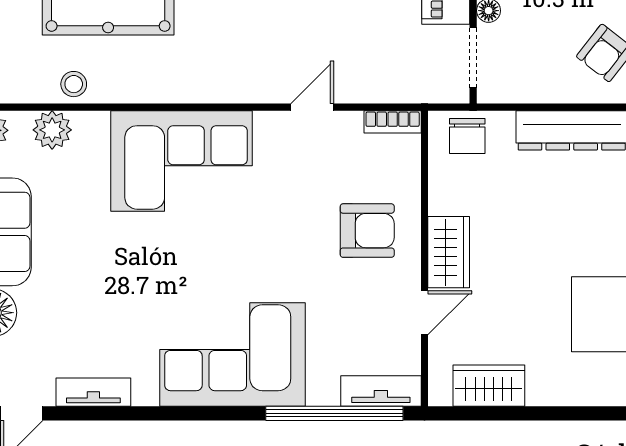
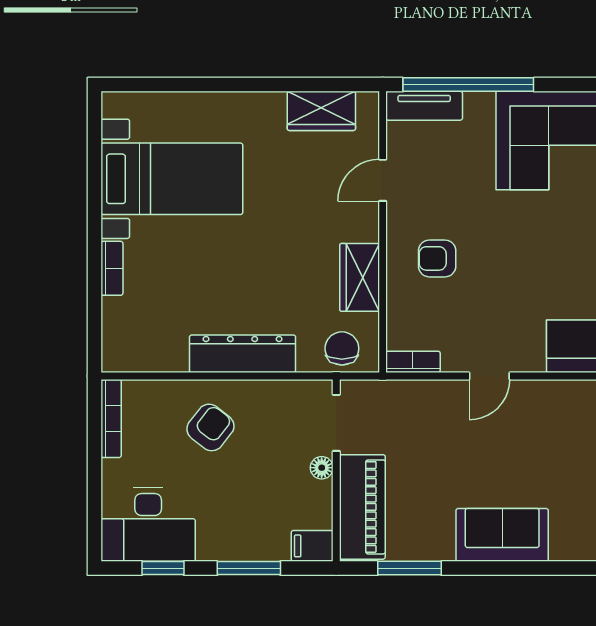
armchair: (367, 231) -> (437, 258), width x0.72, depth x0.72
wardrobe: (449, 252) -> (360, 277), moved

